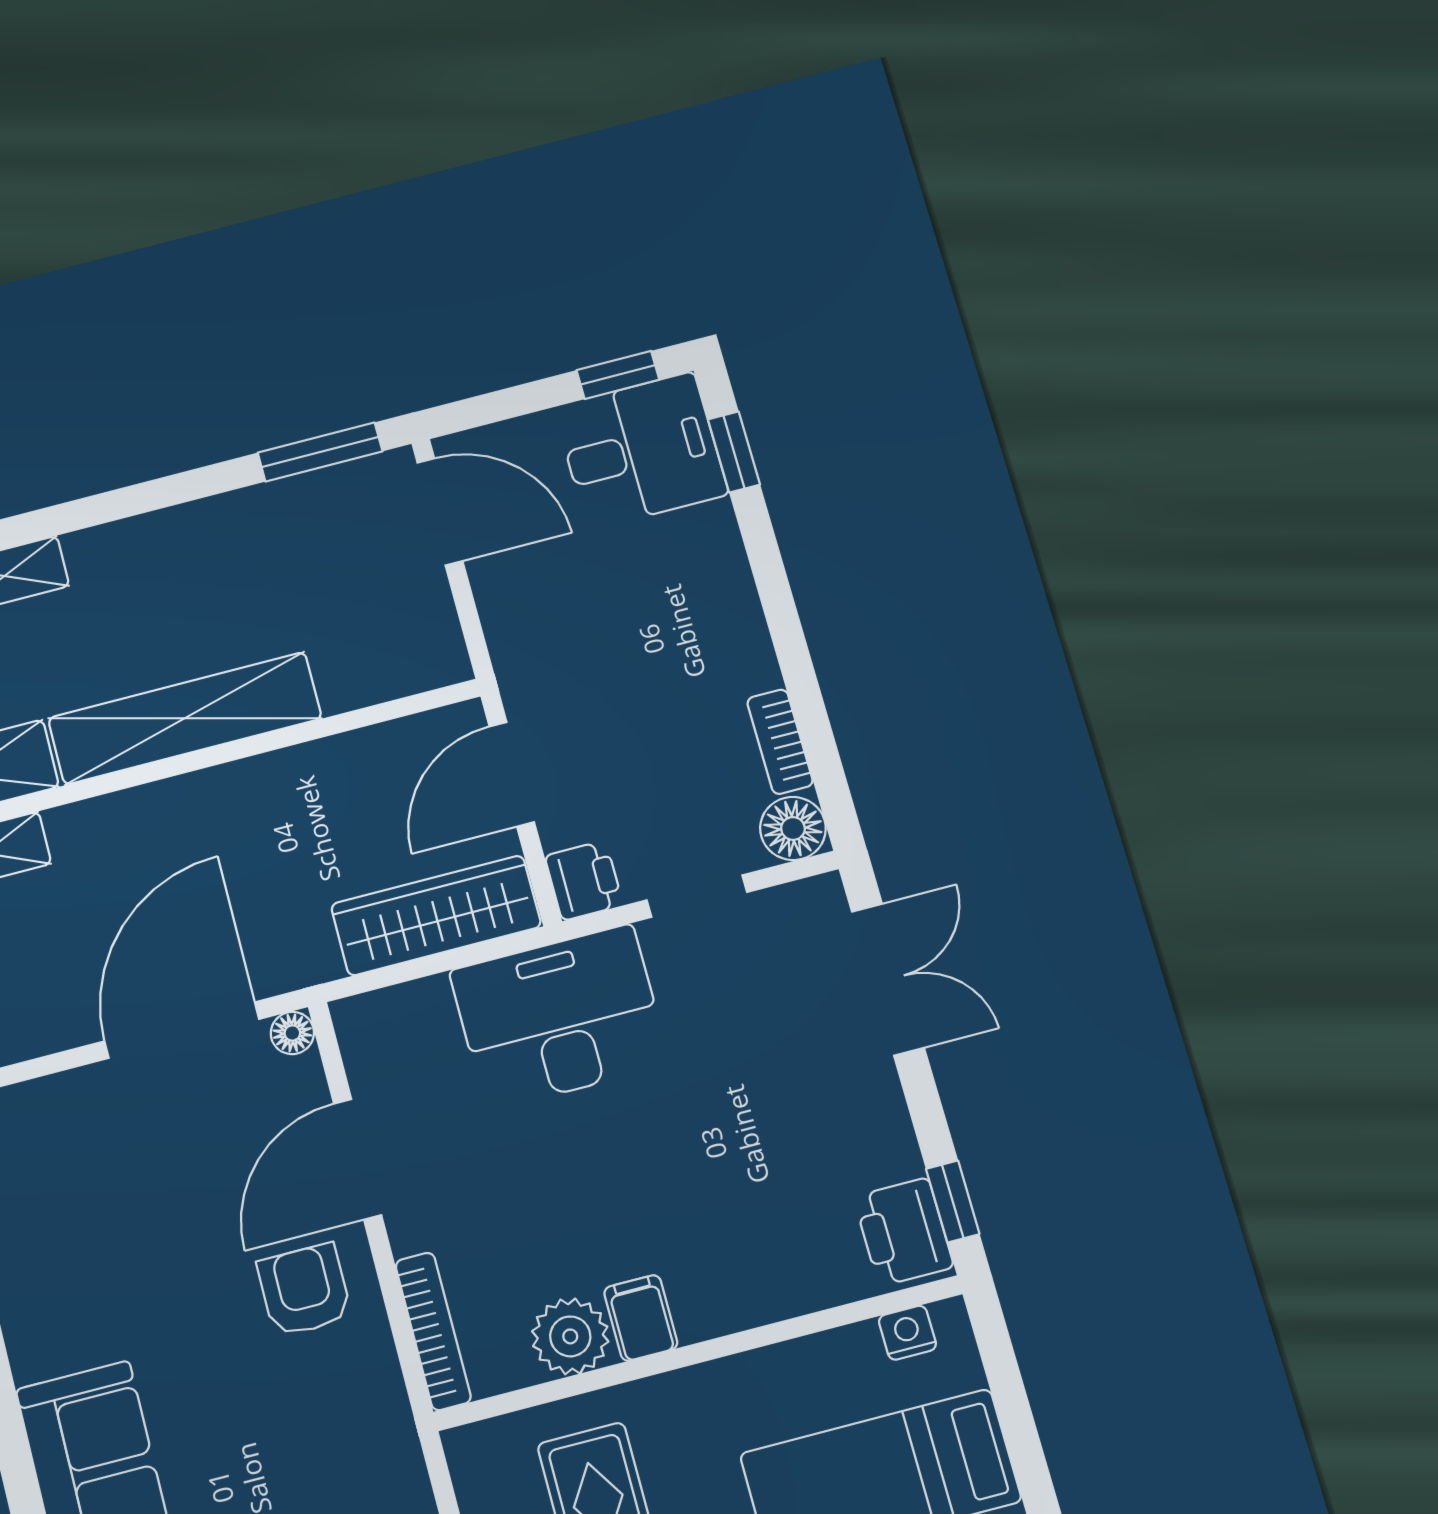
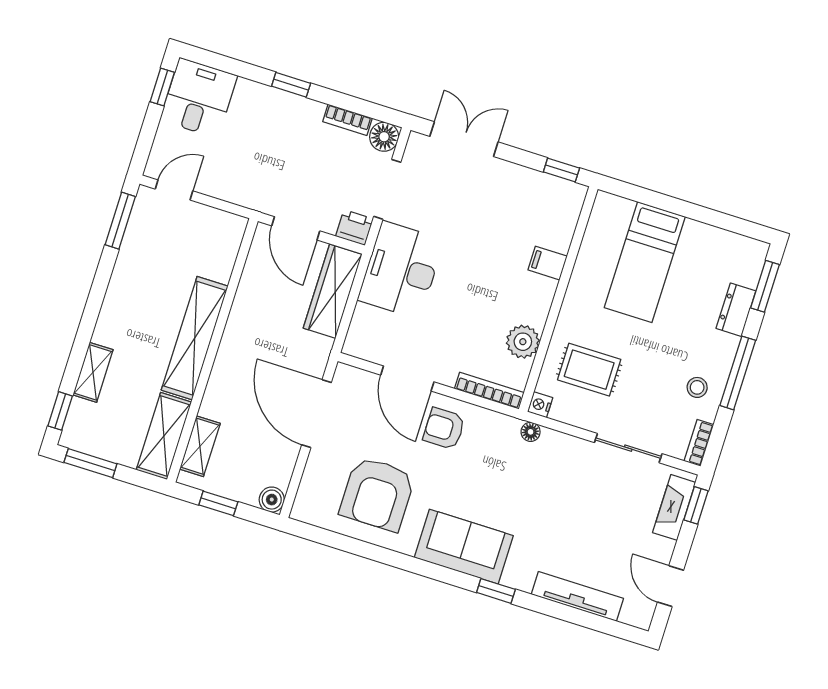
window: (734, 452) -> (291, 85), moved
door: (440, 512) -> (174, 190), width x0.73
doorway: (697, 896) -> (387, 189), width x1.38
floor lamp: (292, 1033) -> (531, 432), moved
printer: (904, 1232) -> (561, 195), removed
armchair: (97, 1241) -> (377, 494), added
filing cabinet: (641, 1318) -> (548, 263), moved
nightstand: (907, 1333) -> (540, 405), moved

